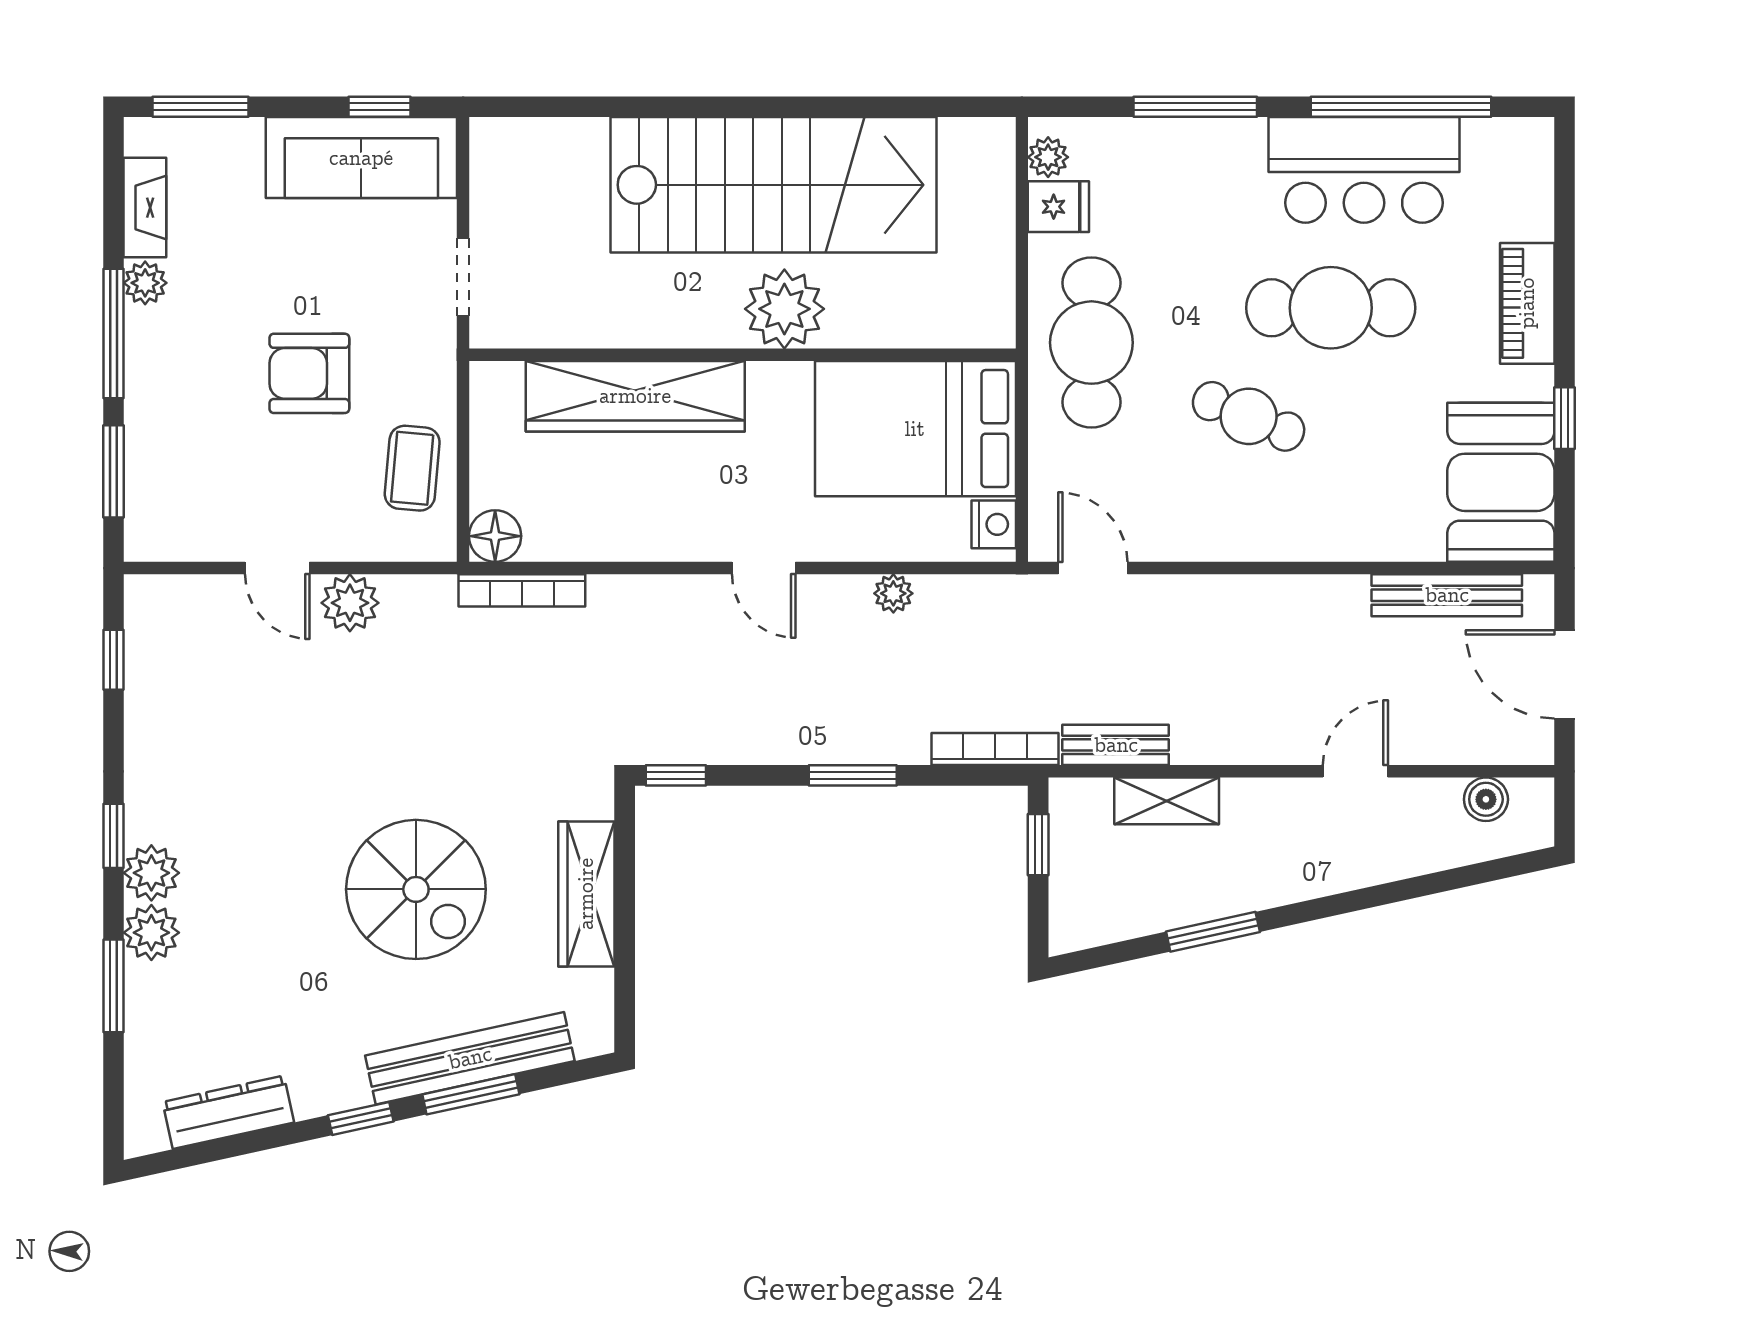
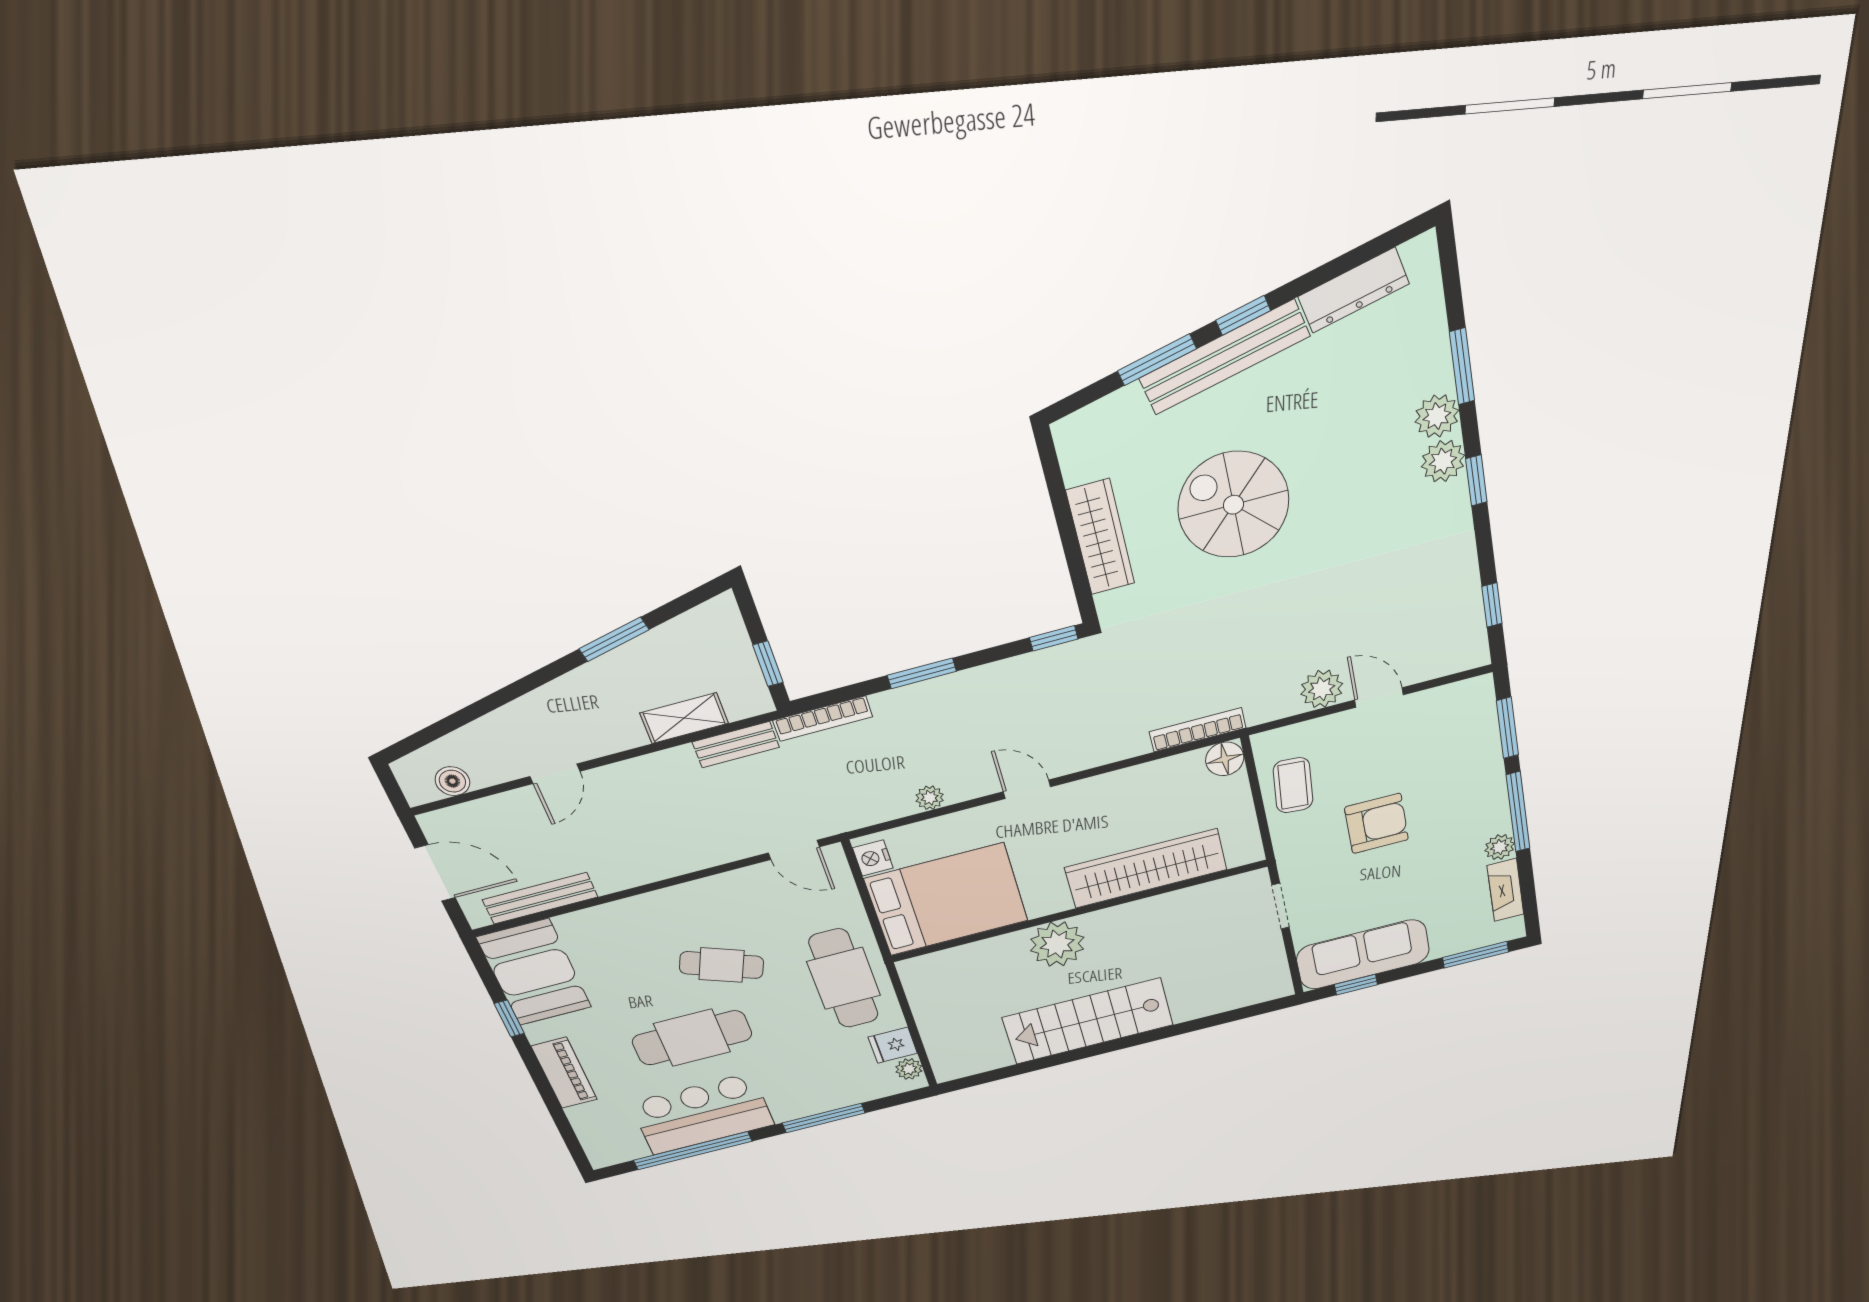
stairs: (774, 185) -> (1088, 1021), width x0.73, depth x0.66
bench: (470, 1058) -> (1224, 357), moved

